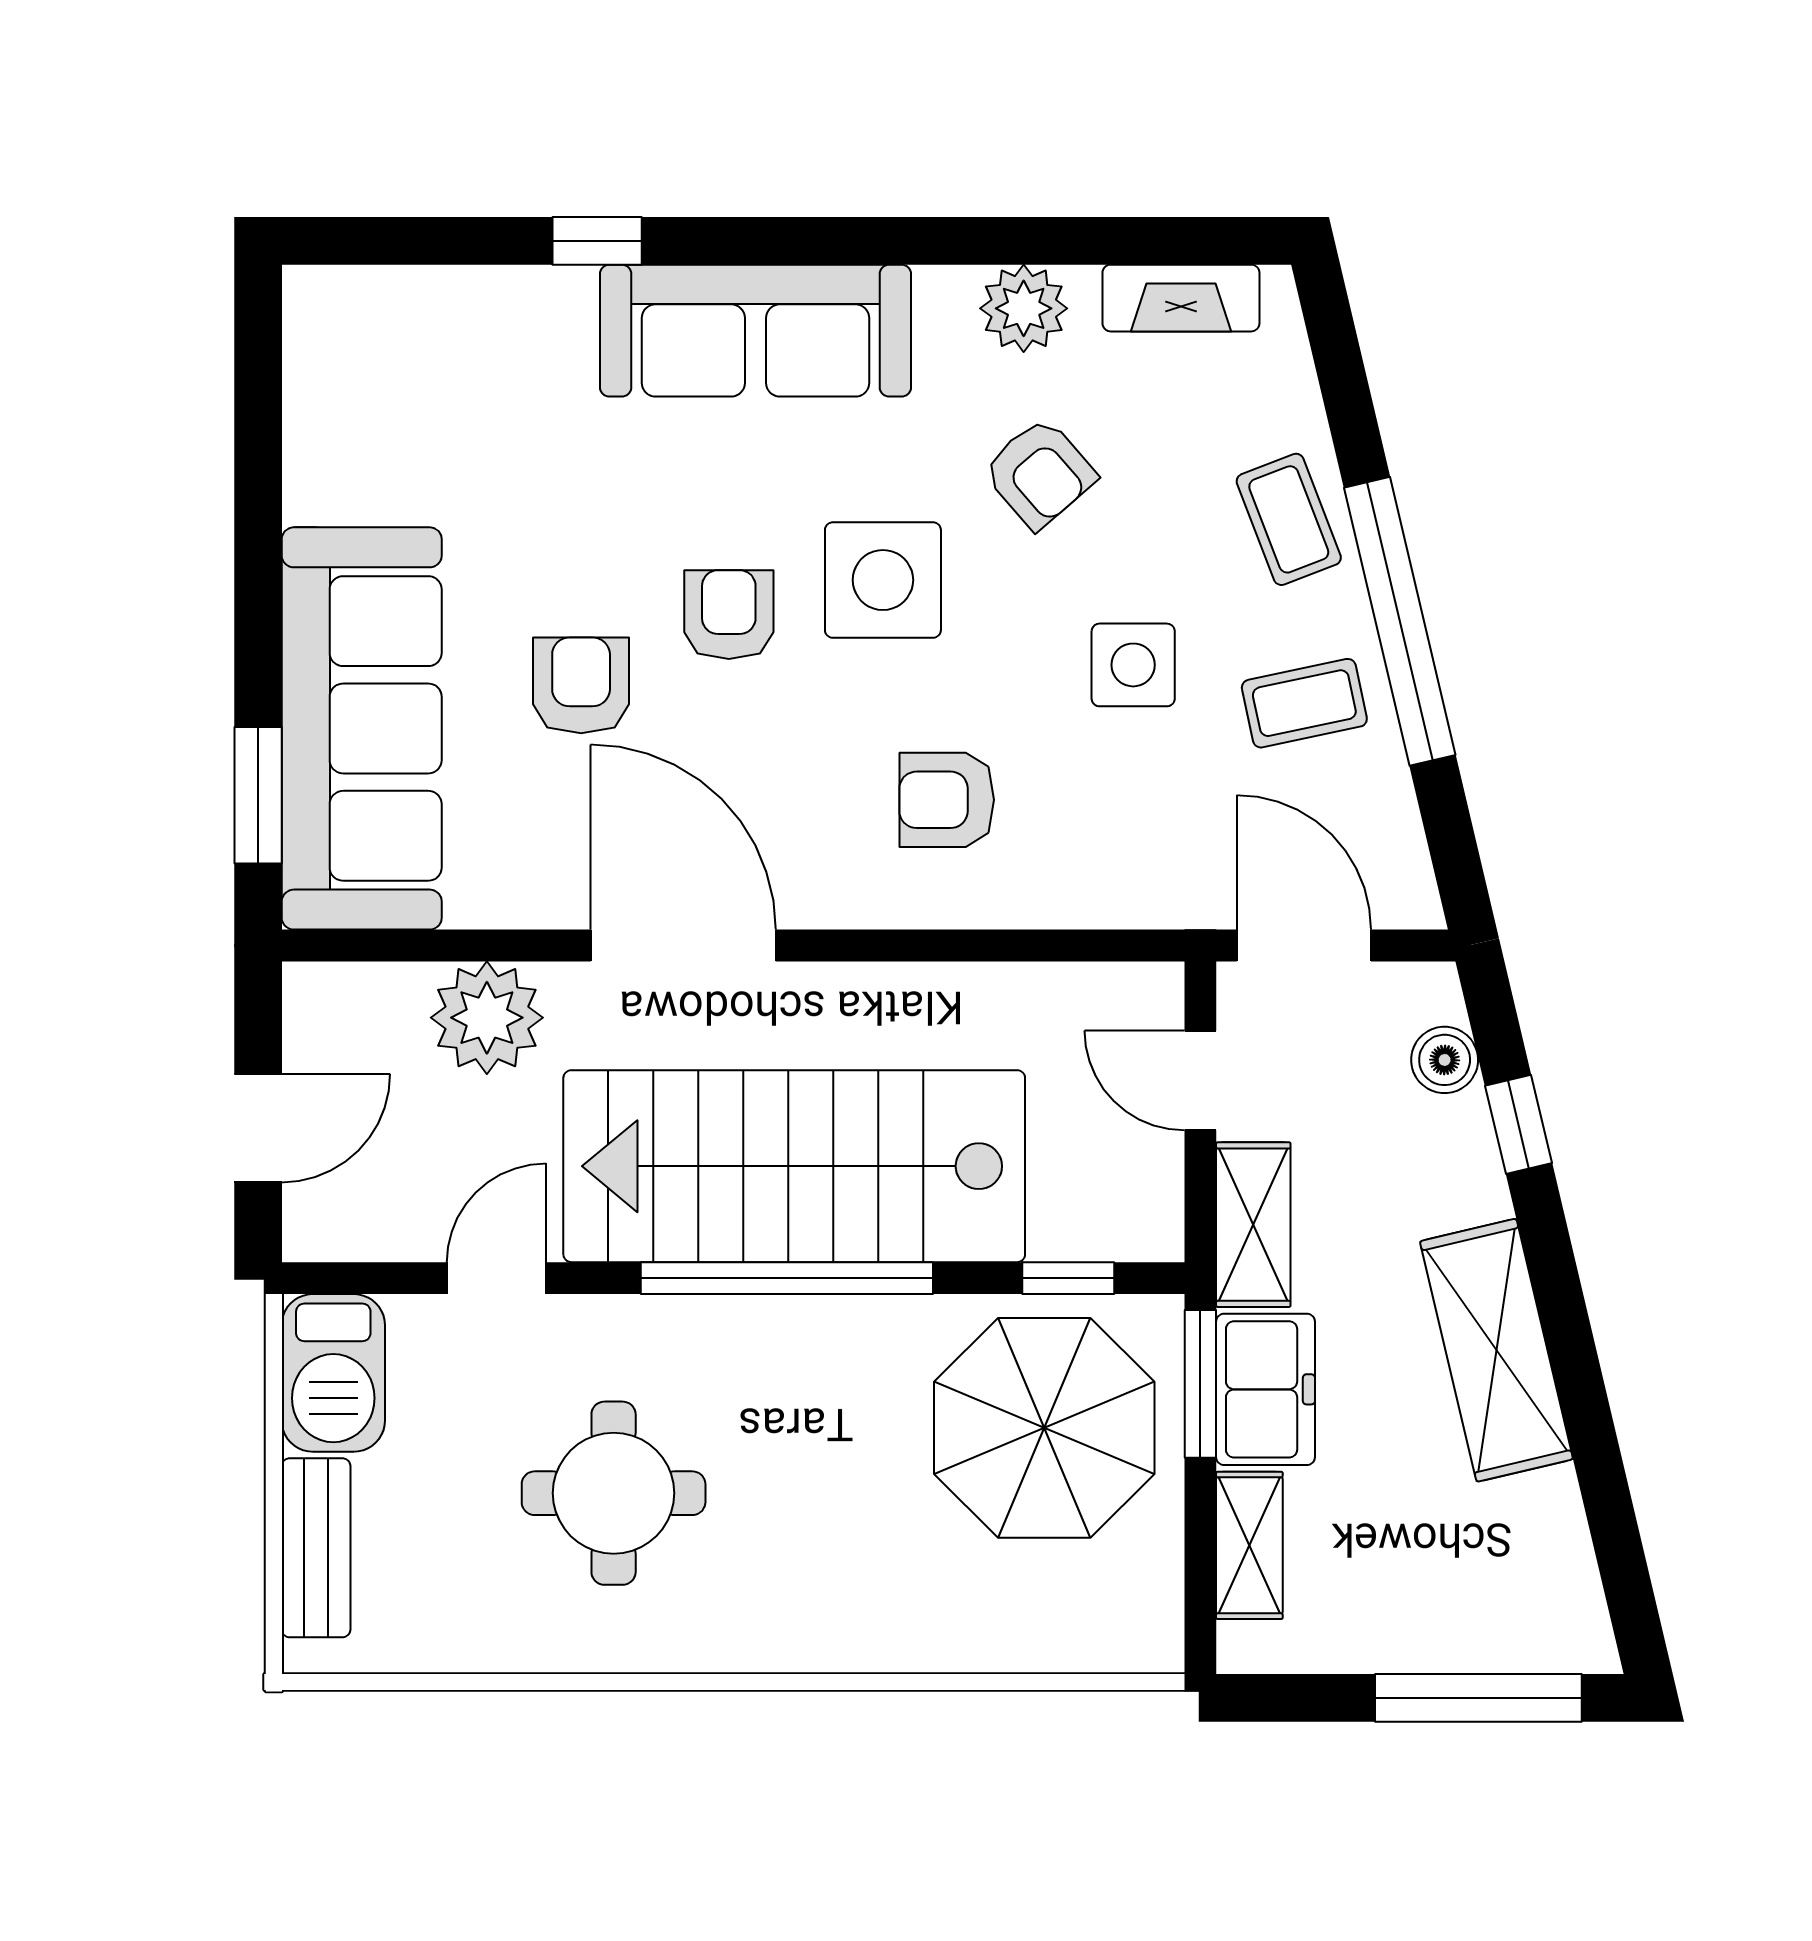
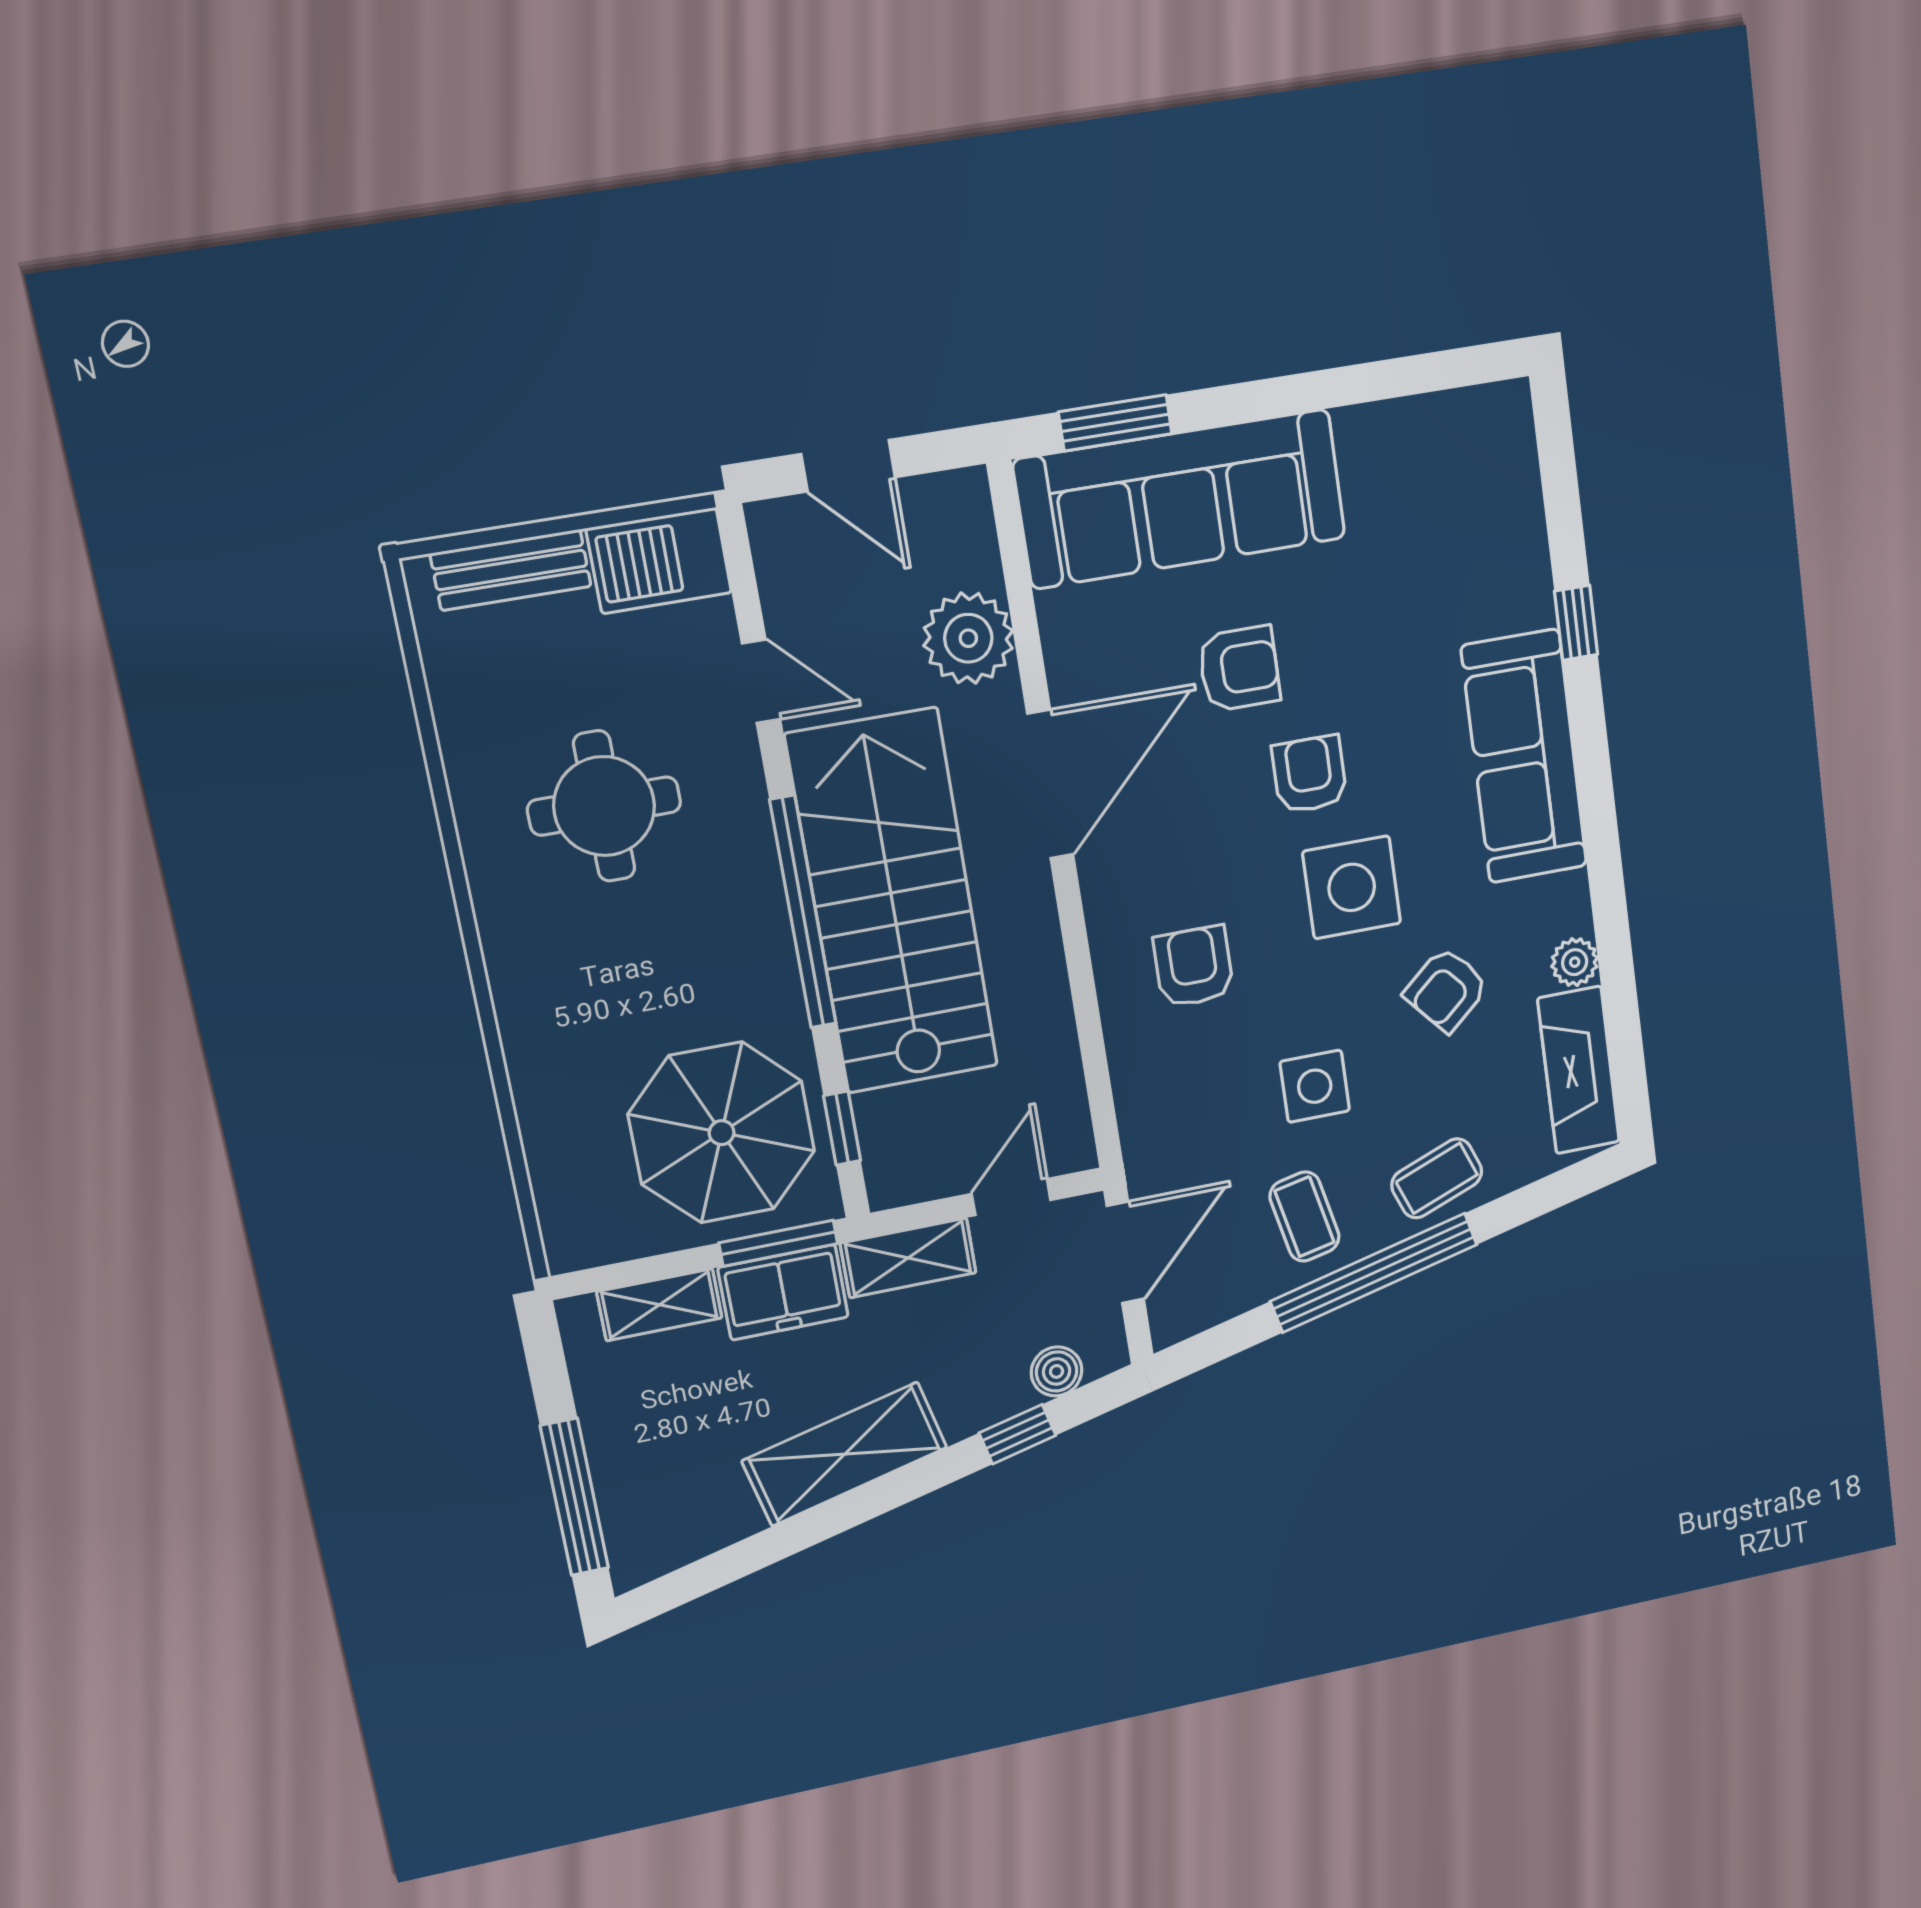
fireplace: (1181, 298) -> (1579, 1070), width x1.37, depth x1.32
plant: (1024, 308) -> (1575, 962), width x0.73, depth x0.73
armchair: (729, 615) -> (1309, 774), turned -90

